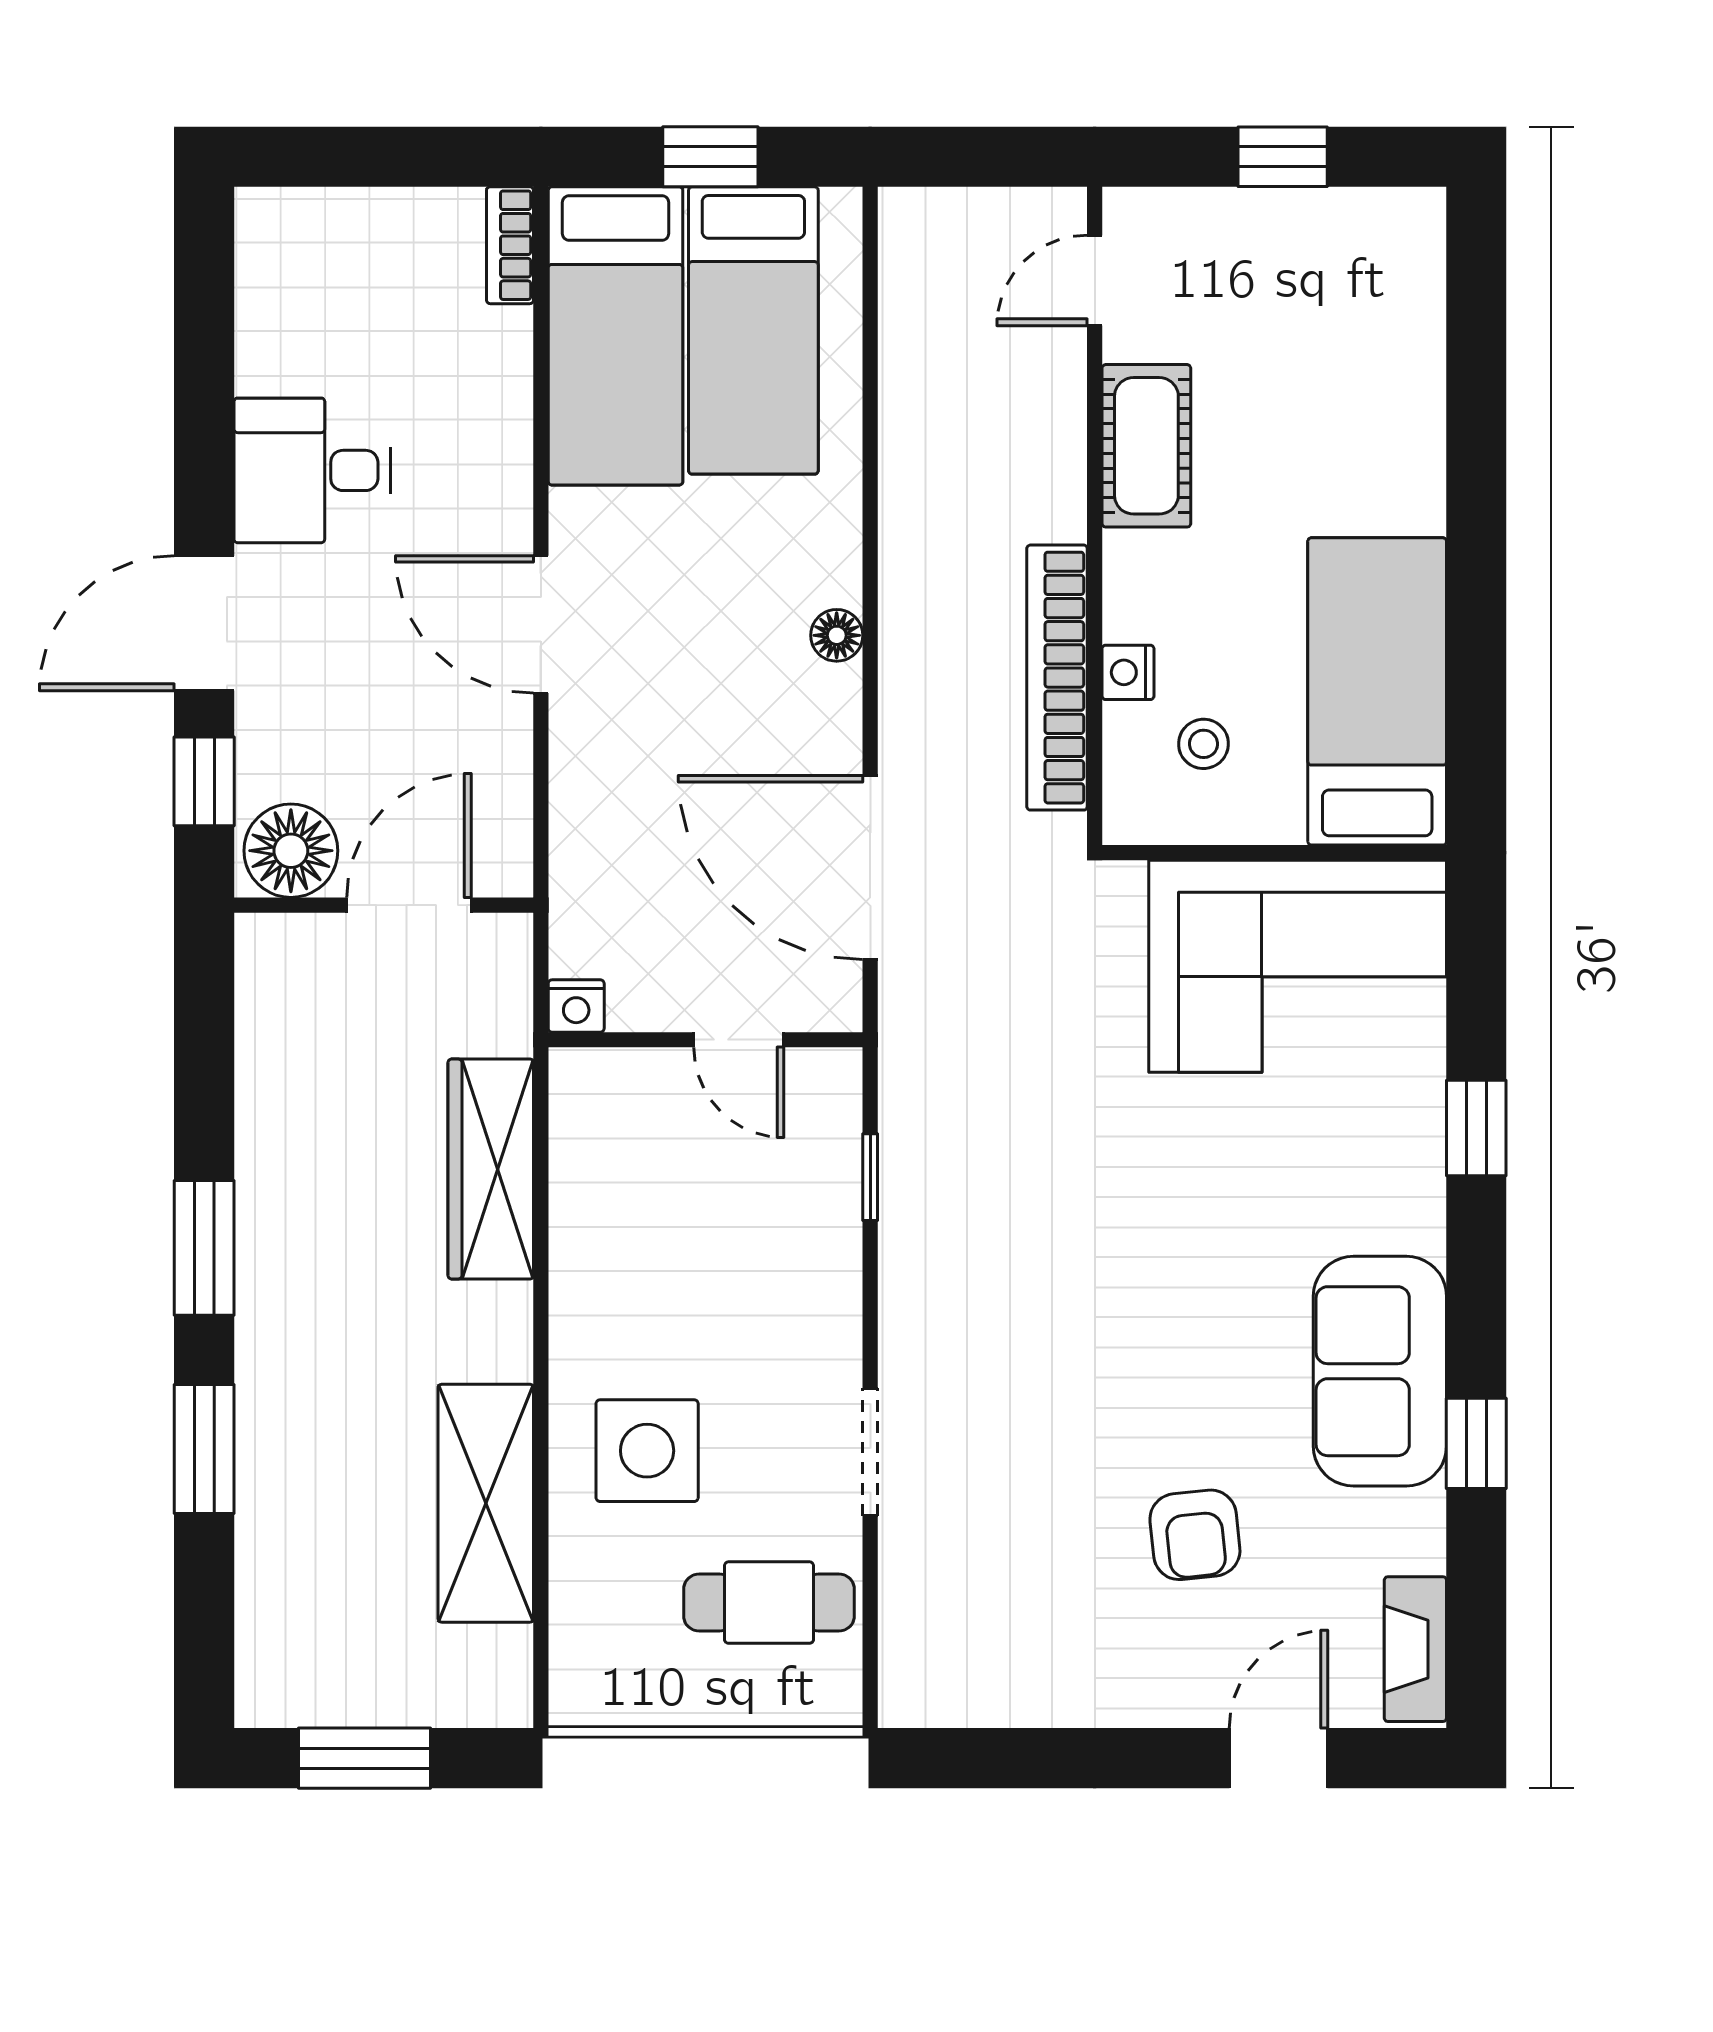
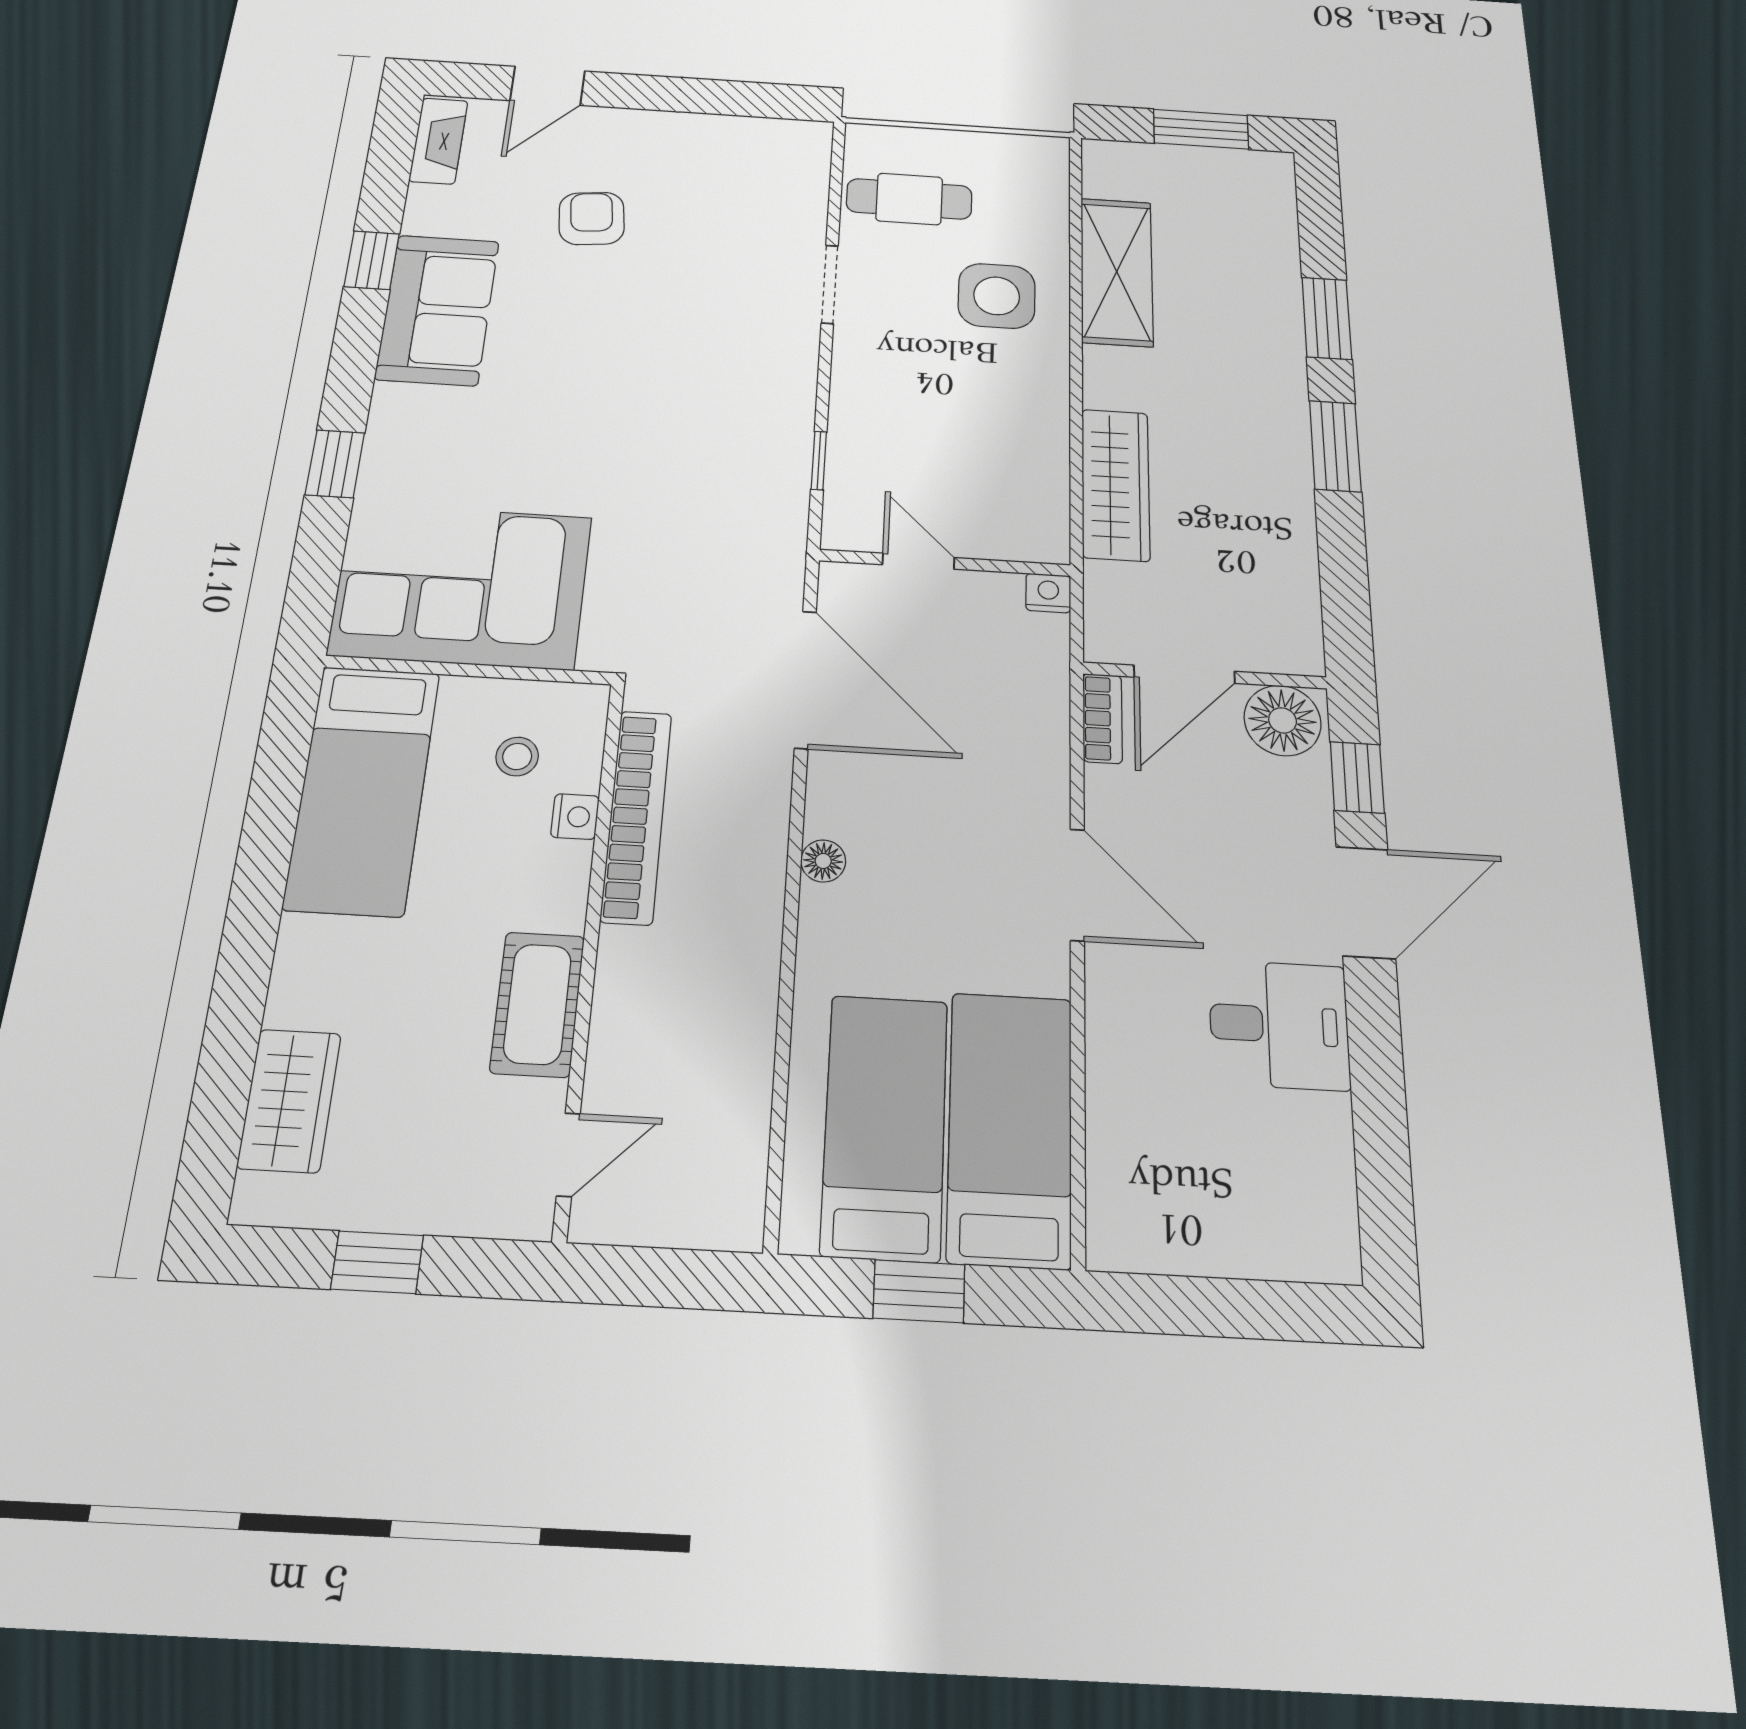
bookcase: (510, 245) -> (1102, 718), moved
wardrobe: (1402, 323) -> (289, 1100), added

